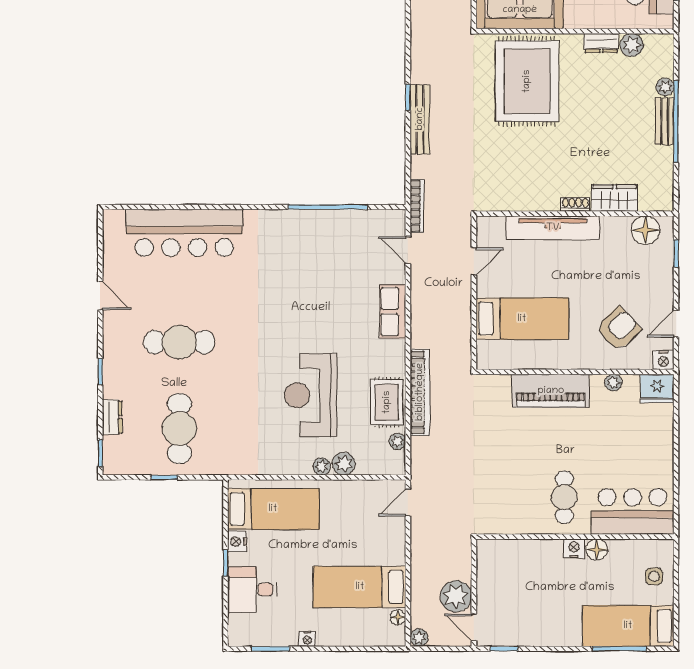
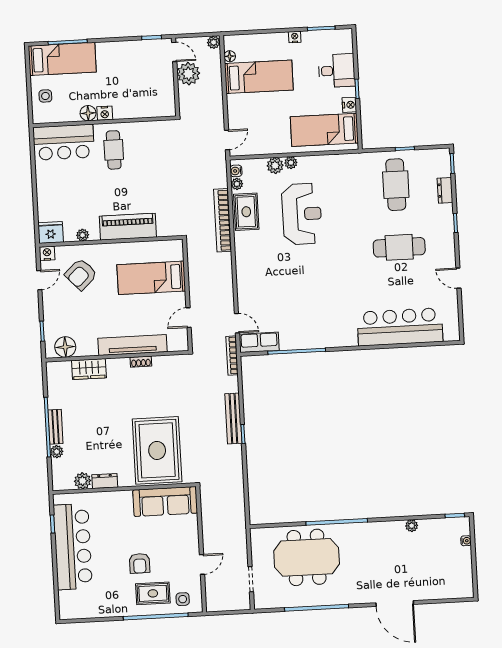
shoe rack: (575, 204) -> (141, 362), moved
row of seats: (393, 312) -> (259, 342), moved, turned -90
water cooler: (398, 459) -> (236, 171), added

